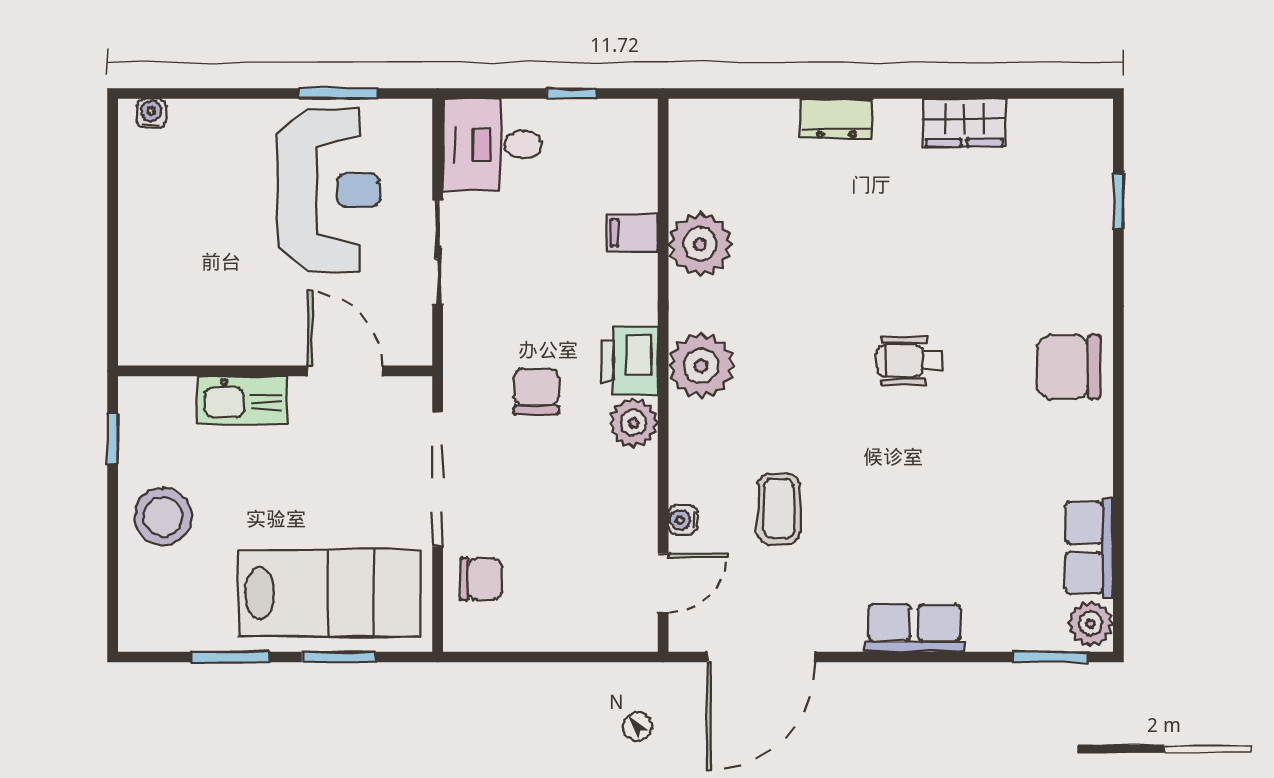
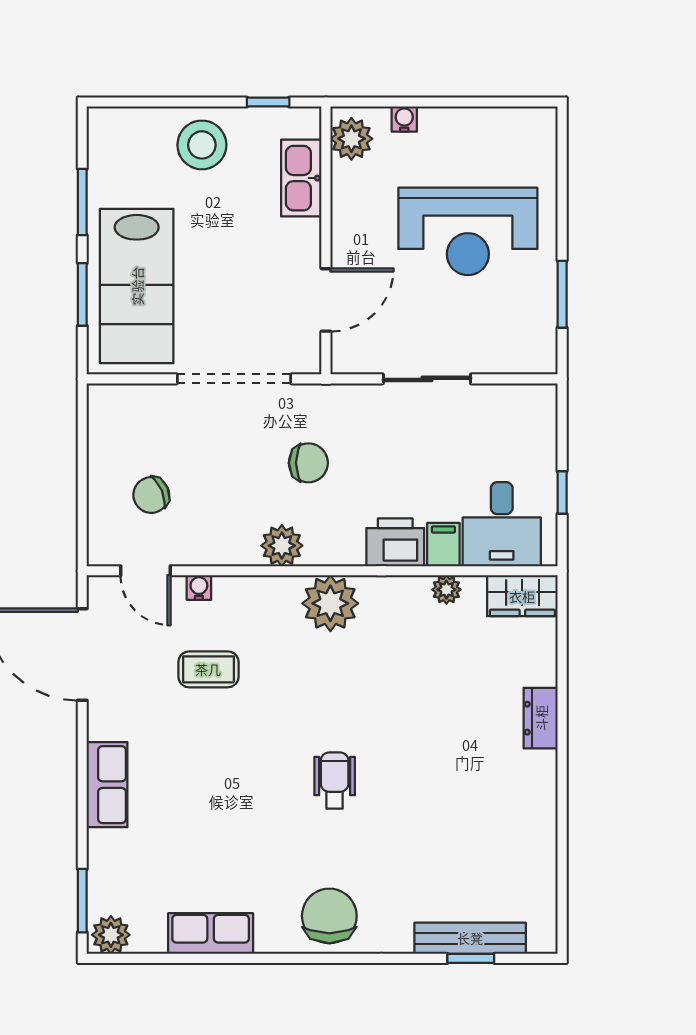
water cooler: (151, 113) -> (404, 119), moved, turned -90
wardrobe: (964, 123) -> (522, 596), moved, turned -90
desk: (492, 145) -> (502, 524), moved, turned 180
reception desk: (328, 190) -> (468, 231), moved
bench: (1095, 202) -> (470, 938), added
plant: (700, 244) -> (446, 590), width x0.53, depth x0.53
plant: (156, 341) -> (351, 139), added
printer: (630, 361) -> (395, 542), moved
kitchen sink: (242, 400) -> (301, 178), moved
row of seats: (1089, 548) -> (211, 934), moved
chair: (481, 579) -> (151, 495), moved, turned 67

